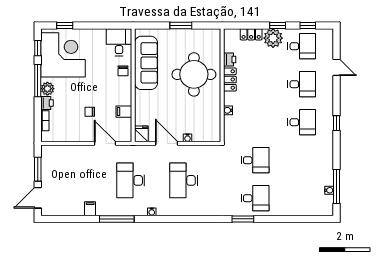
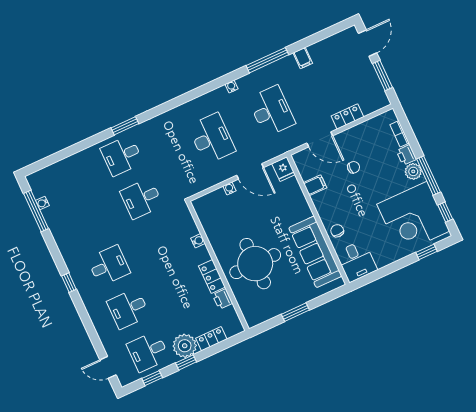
door: (336, 67) -> (108, 367), moved
desk: (302, 122) -> (109, 266), turned 180
locker: (77, 151) -> (347, 116), added

